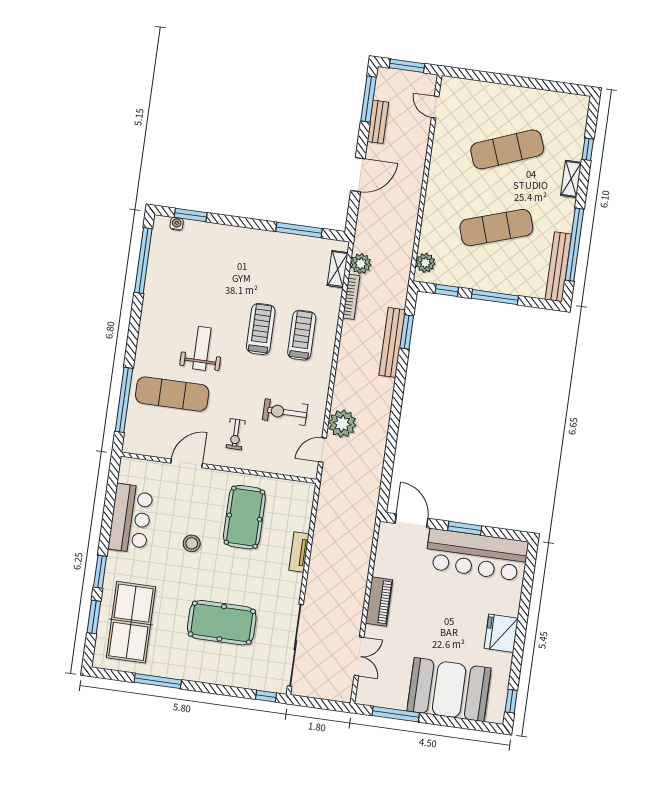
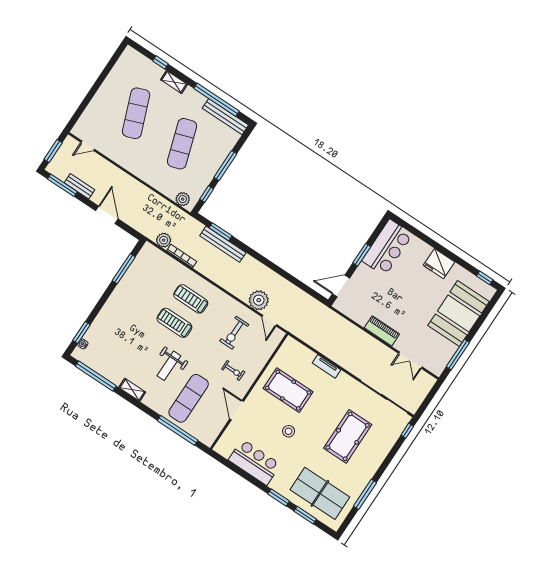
shelving: (338, 269) -> (132, 390), moved
weight bench: (202, 348) -> (169, 366), turned -90
bar counter: (477, 555) -> (387, 248), width x0.73
double door: (359, 656) -> (410, 360), swing flipped

